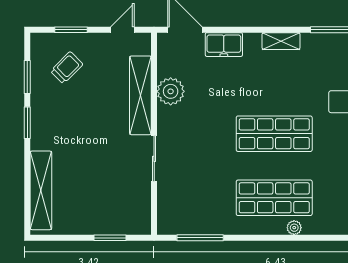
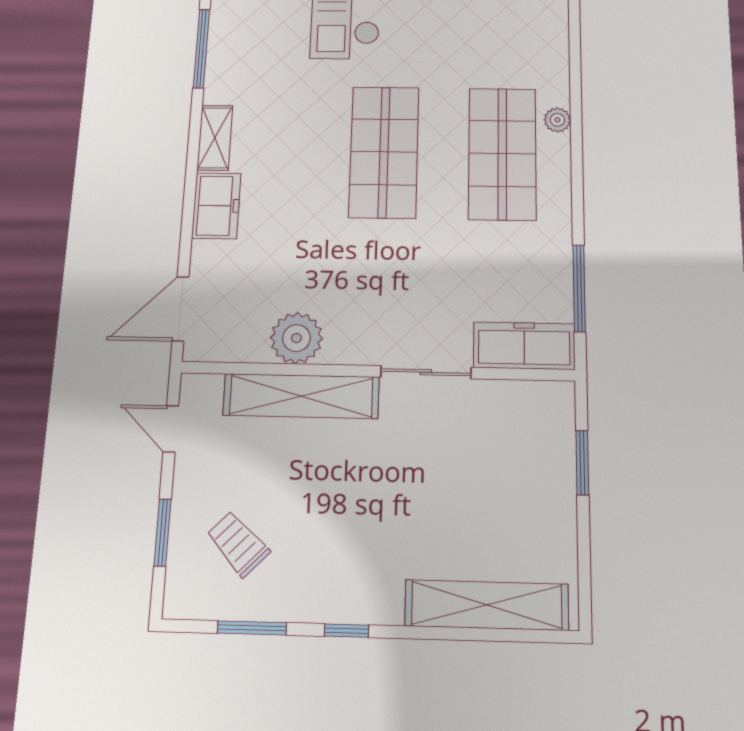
freezer: (224, 45) -> (216, 206), moved
window: (27, 123) -> (346, 631), width x0.67
freezer: (169, 209) -> (524, 346), added

